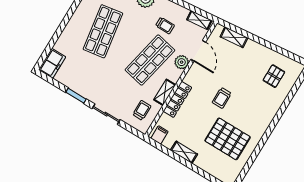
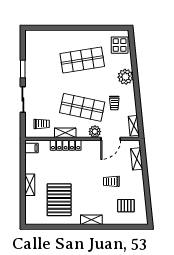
freezer: (52, 63) -> (36, 37), removed
trolley: (222, 98) -> (111, 181), moved
shelving: (267, 119) -> (91, 220), added
shelving: (184, 152) -> (30, 185), moved

